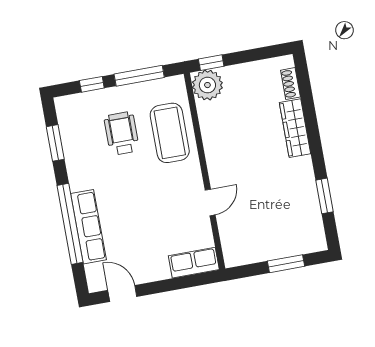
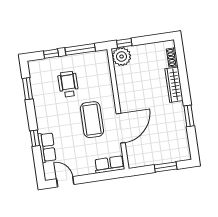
coffee table: (170, 133) -> (92, 120), moved
window: (324, 196) -> (189, 116), moved
door: (210, 202) -> (121, 128), width x1.88
window: (70, 224) -> (35, 138), width x0.32
row of seats: (88, 227) -> (47, 147), width x0.68

